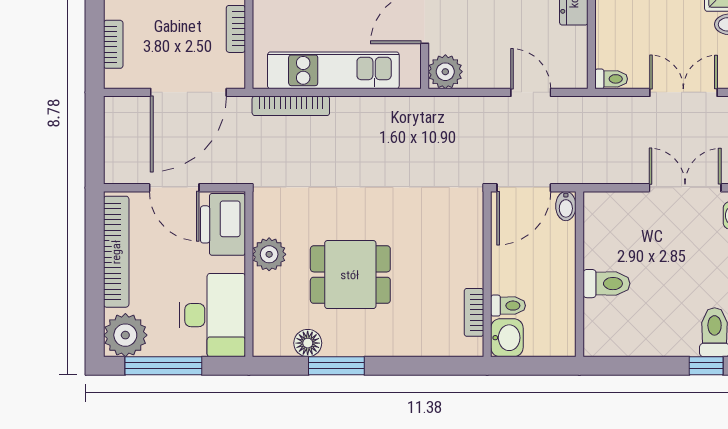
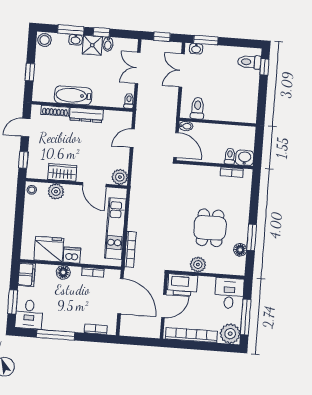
toilet: (606, 284) -> (197, 108), moved
desk: (212, 315) -> (229, 293), width x0.73

